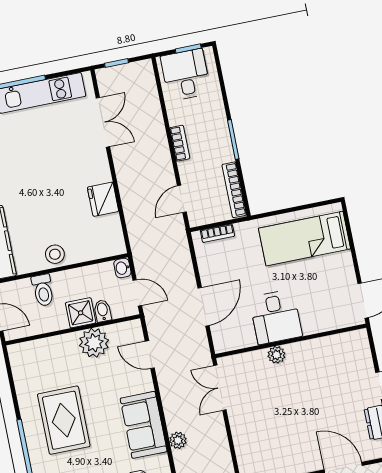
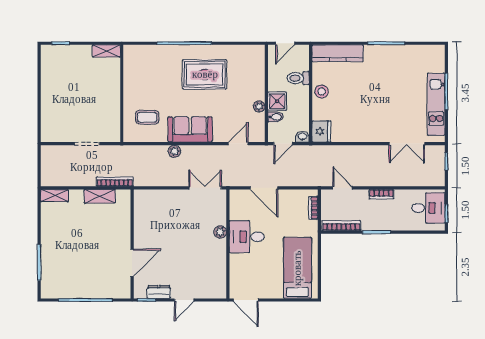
fridge: (103, 199) -> (321, 131), moved, turned 90
plant: (94, 343) -> (259, 106), width x0.53, depth x0.53

